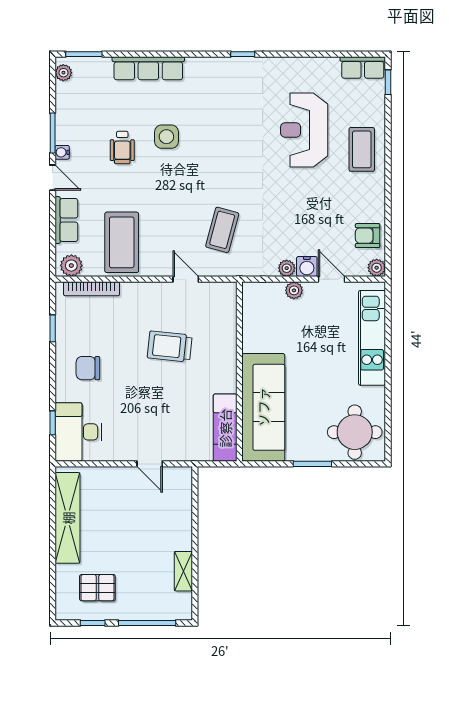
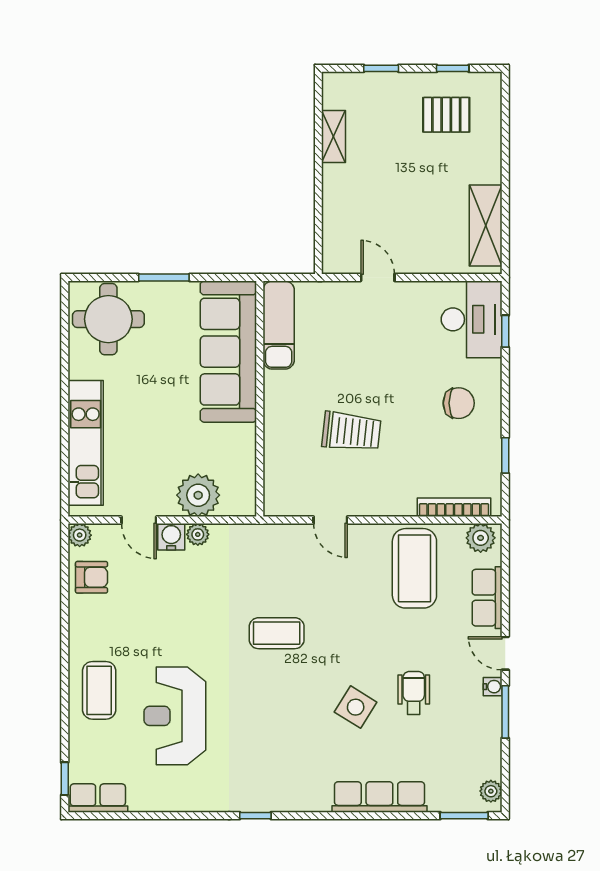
reception desk: (304, 130) -> (175, 716), turned 180
side table: (166, 137) -> (356, 707), turned 32
coffee table: (222, 230) -> (277, 633), moved, turned 75
plant: (294, 290) -> (198, 495), width x1.87, depth x1.87
shelving: (68, 518) -> (486, 225), width x0.68
window: (147, 623) -> (381, 68), width x0.46

